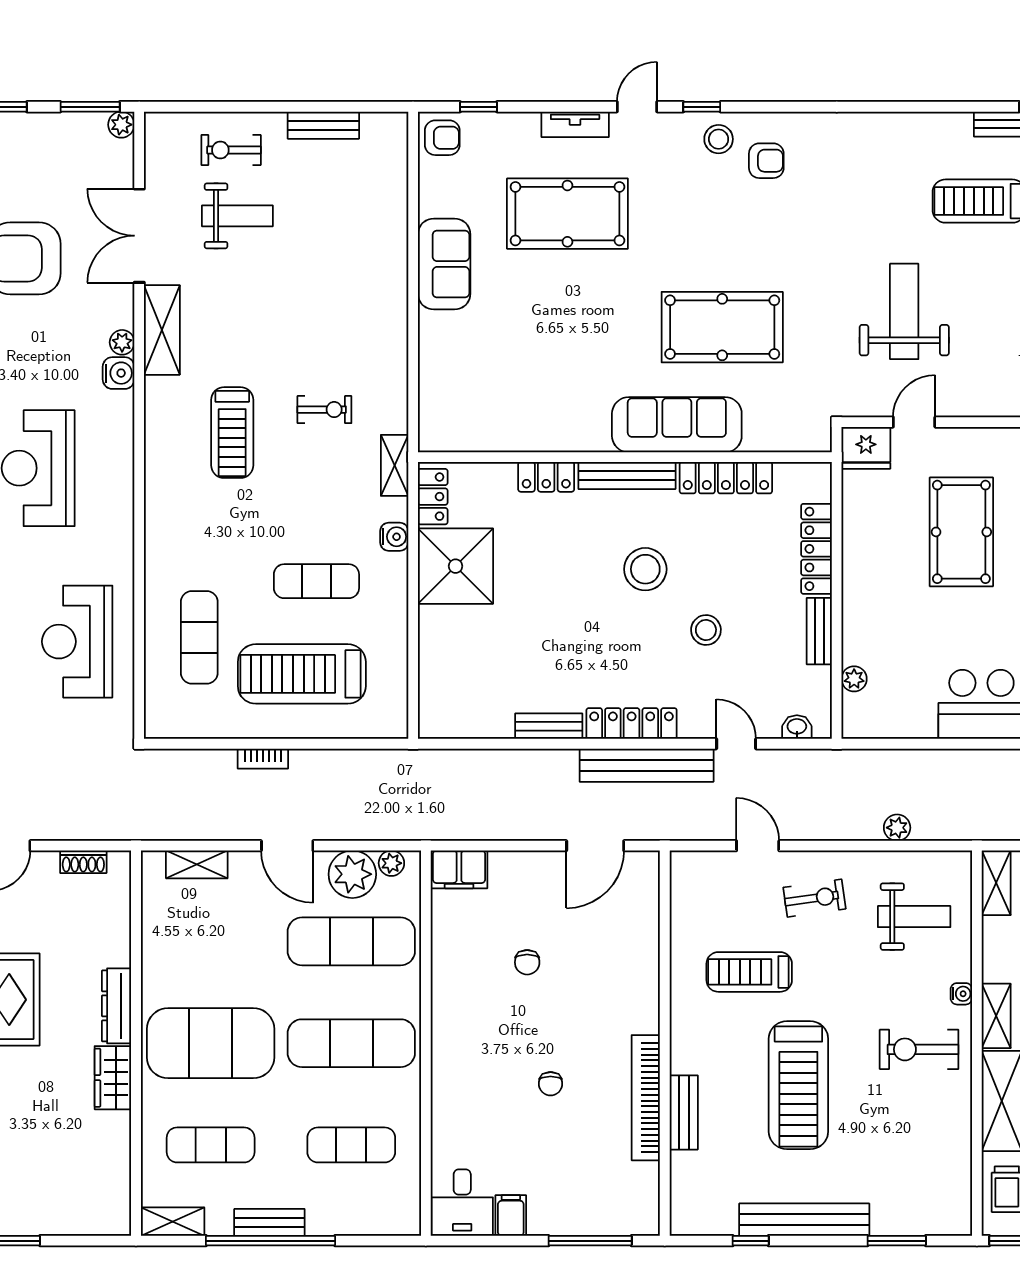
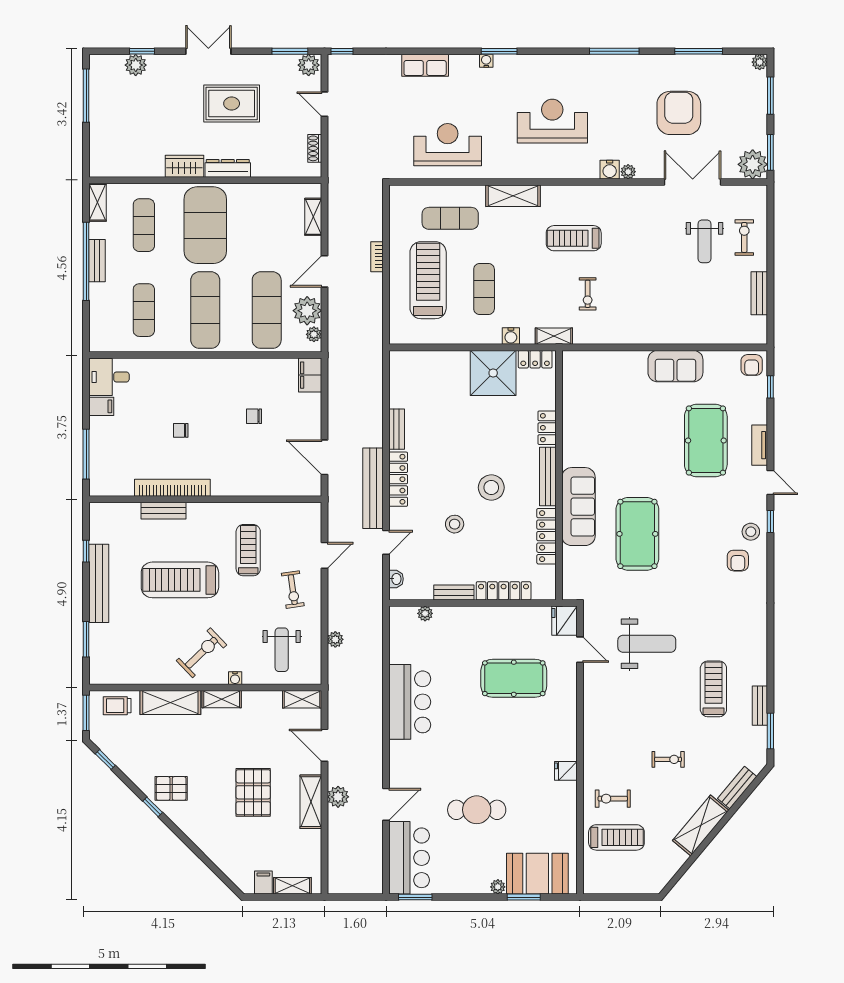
plant: (121, 125) -> (753, 164), width x1.88, depth x1.88
shelving: (162, 330) -> (513, 196), moved
exercise bike: (919, 1049) -> (201, 653), turned 46

